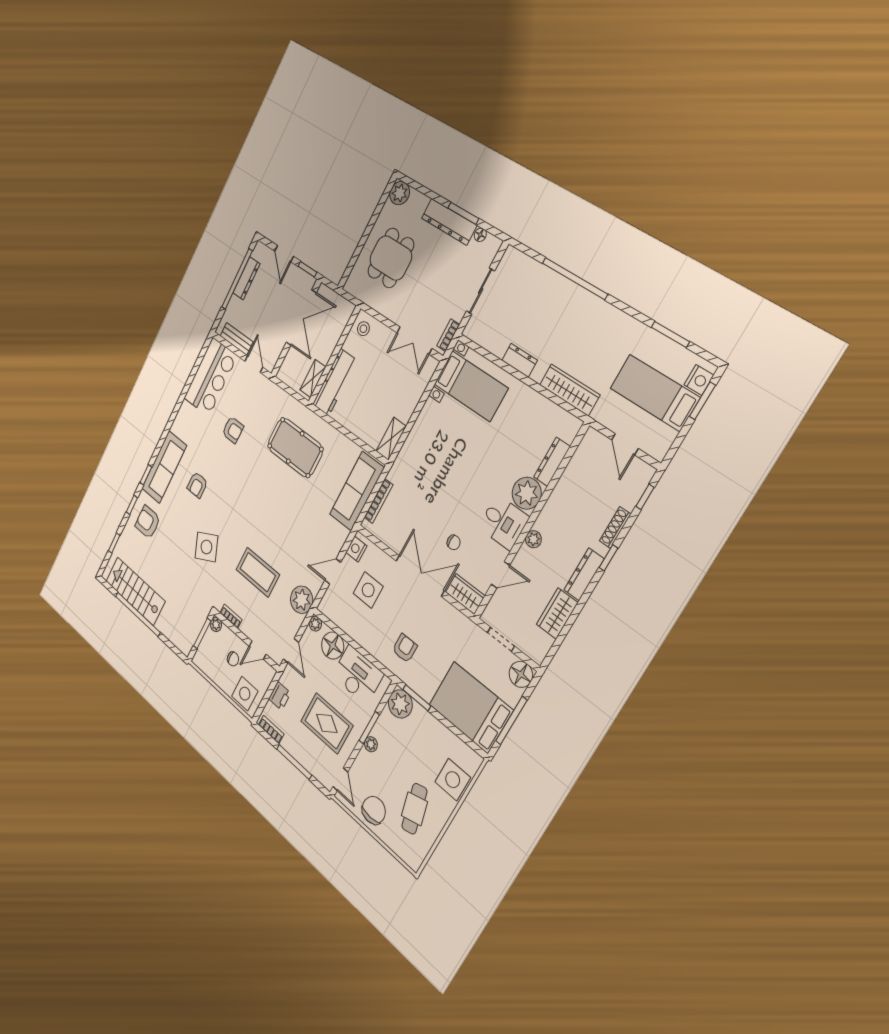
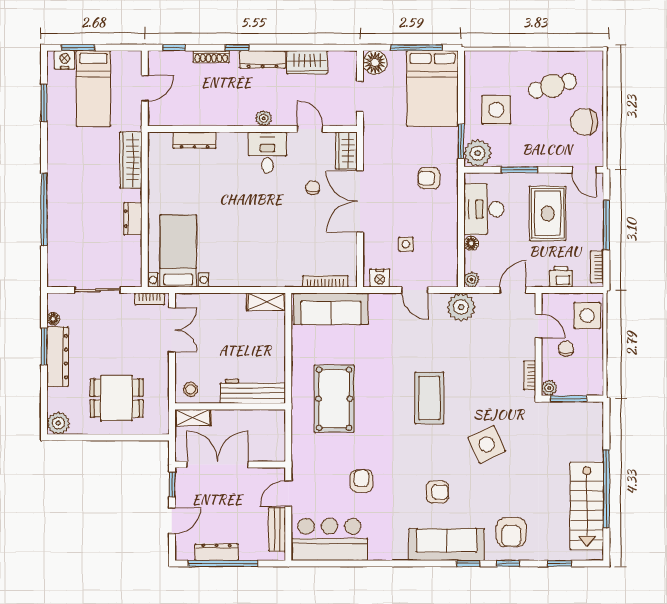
shelving: (313, 378) -> (193, 417), moved
plant: (527, 493) -> (232, 147), removed
coffee table: (258, 572) -> (429, 398), moved
side table: (368, 590) -> (406, 244), width x0.54, depth x0.54
floor lamp: (333, 646) -> (471, 243), width x0.53, depth x0.53
plant: (371, 744) -> (532, 159), removed
door: (340, 779) -> (584, 170), swing flipped
side table: (453, 780) -> (496, 110), moved

